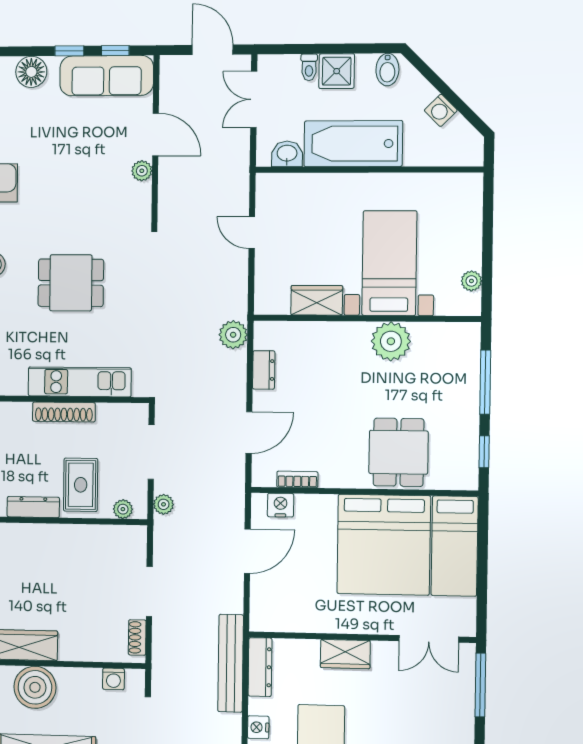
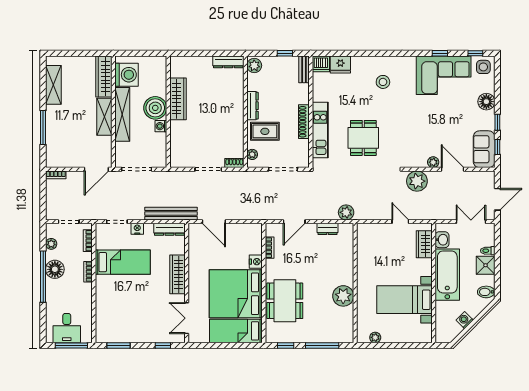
sofa: (107, 76) -> (484, 149), width x0.73
door: (155, 135) -> (453, 169), swing flipped
door: (252, 233) -> (400, 222), hinge flipped
bed with nightstands: (389, 263) -> (404, 300), moved, turned 180
dining table: (71, 283) -> (363, 138), moved
wardrobe: (317, 300) -> (424, 244), moved, turned 180
door: (249, 432) -> (294, 222), hinge flipped
dining table: (398, 452) -> (285, 301), width x1.38
plant: (164, 504) -> (417, 181), moved, width x1.88, depth x1.88
nightstand: (281, 505) -> (256, 262), moved
door: (247, 551) -> (214, 222), moved
shoe rack: (137, 637) -> (234, 163), moved
wardrobe: (345, 654) -> (177, 274), width x1.50
washing machine: (113, 679) -> (161, 126), moved
window: (480, 685) -> (163, 345), width x0.46

